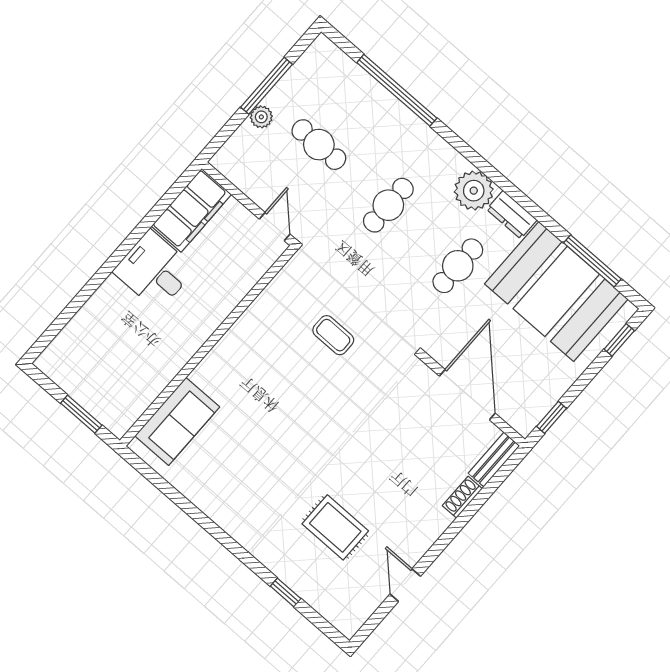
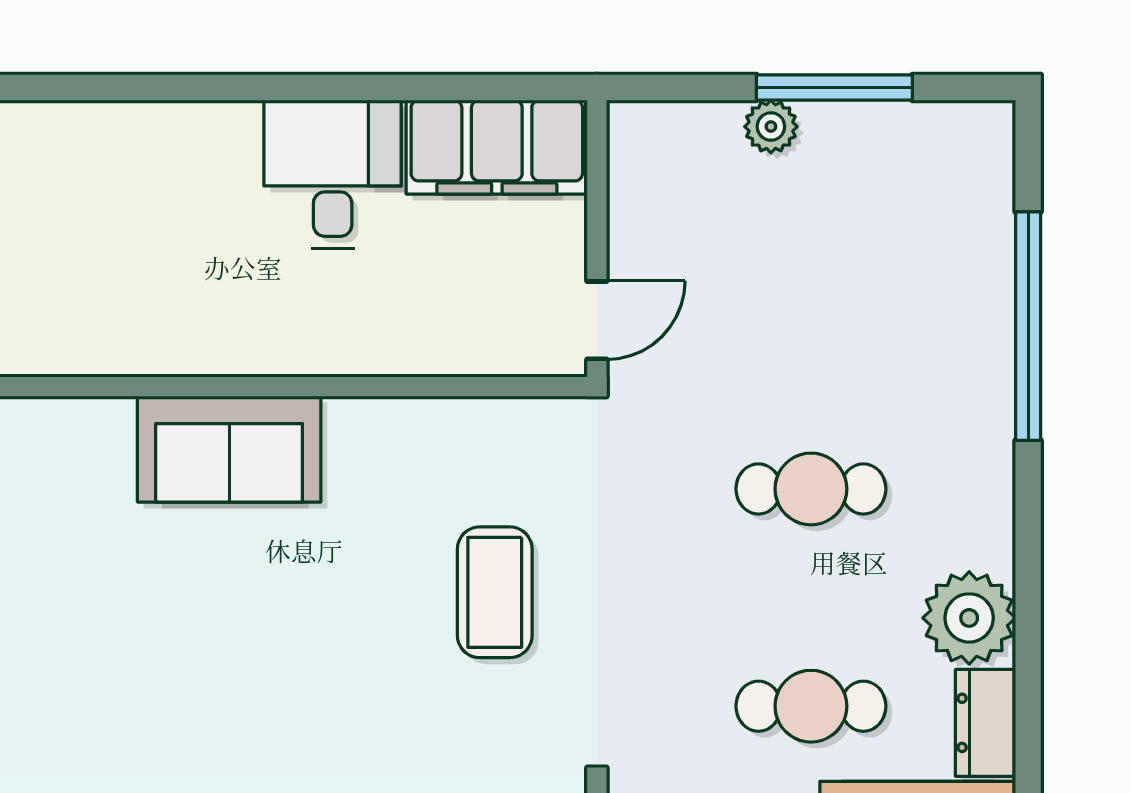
cafe table: (319, 145) -> (811, 272), removed
coffee table: (333, 335) -> (495, 592), width x1.36, depth x1.30
sofa: (177, 421) -> (229, 449), moved

